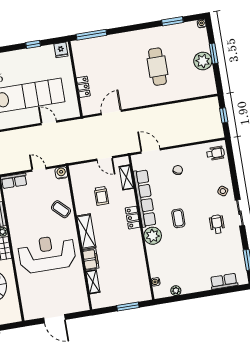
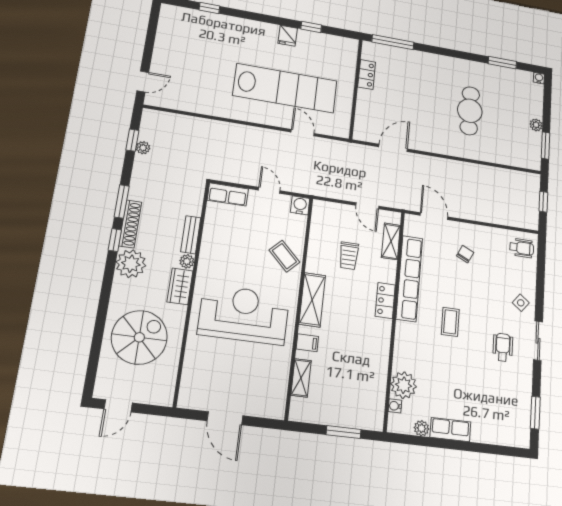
fridge: (61, 50) -> (288, 36), moved
window: (214, 53) -> (545, 145), moved
plant: (203, 61) -> (536, 125), width x0.53, depth x0.53
locker: (83, 87) -> (367, 74), moved
plant: (153, 236) -> (404, 385), moved
filing cabinet: (91, 259) -> (307, 343), width x0.50
row of seats: (224, 281) -> (450, 430), moved

